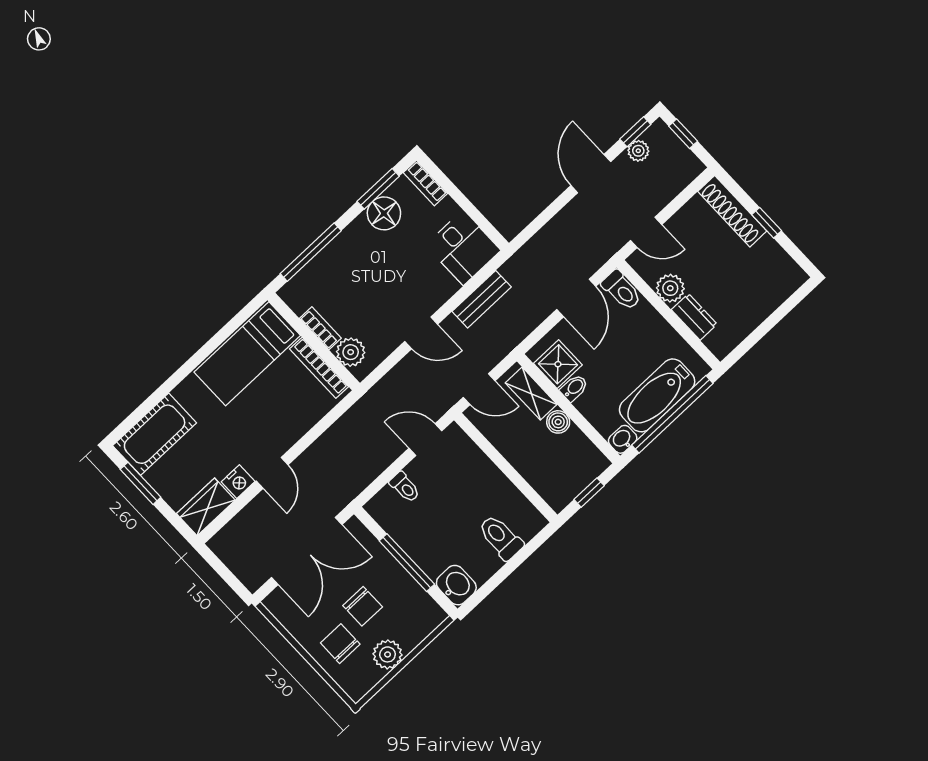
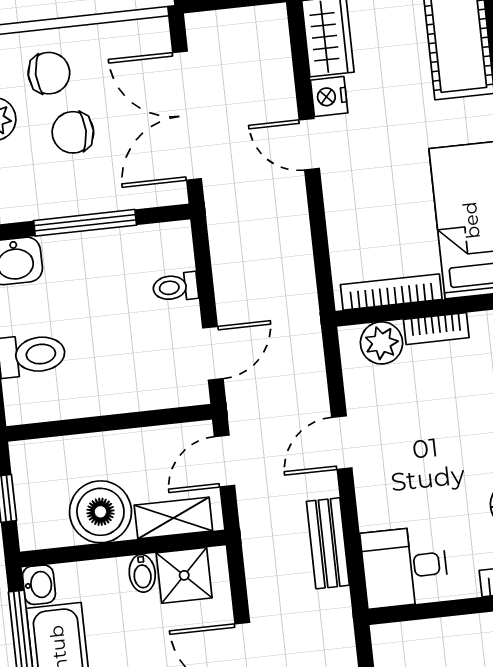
boiler: (558, 422) -> (100, 512), width x1.86, depth x1.86

